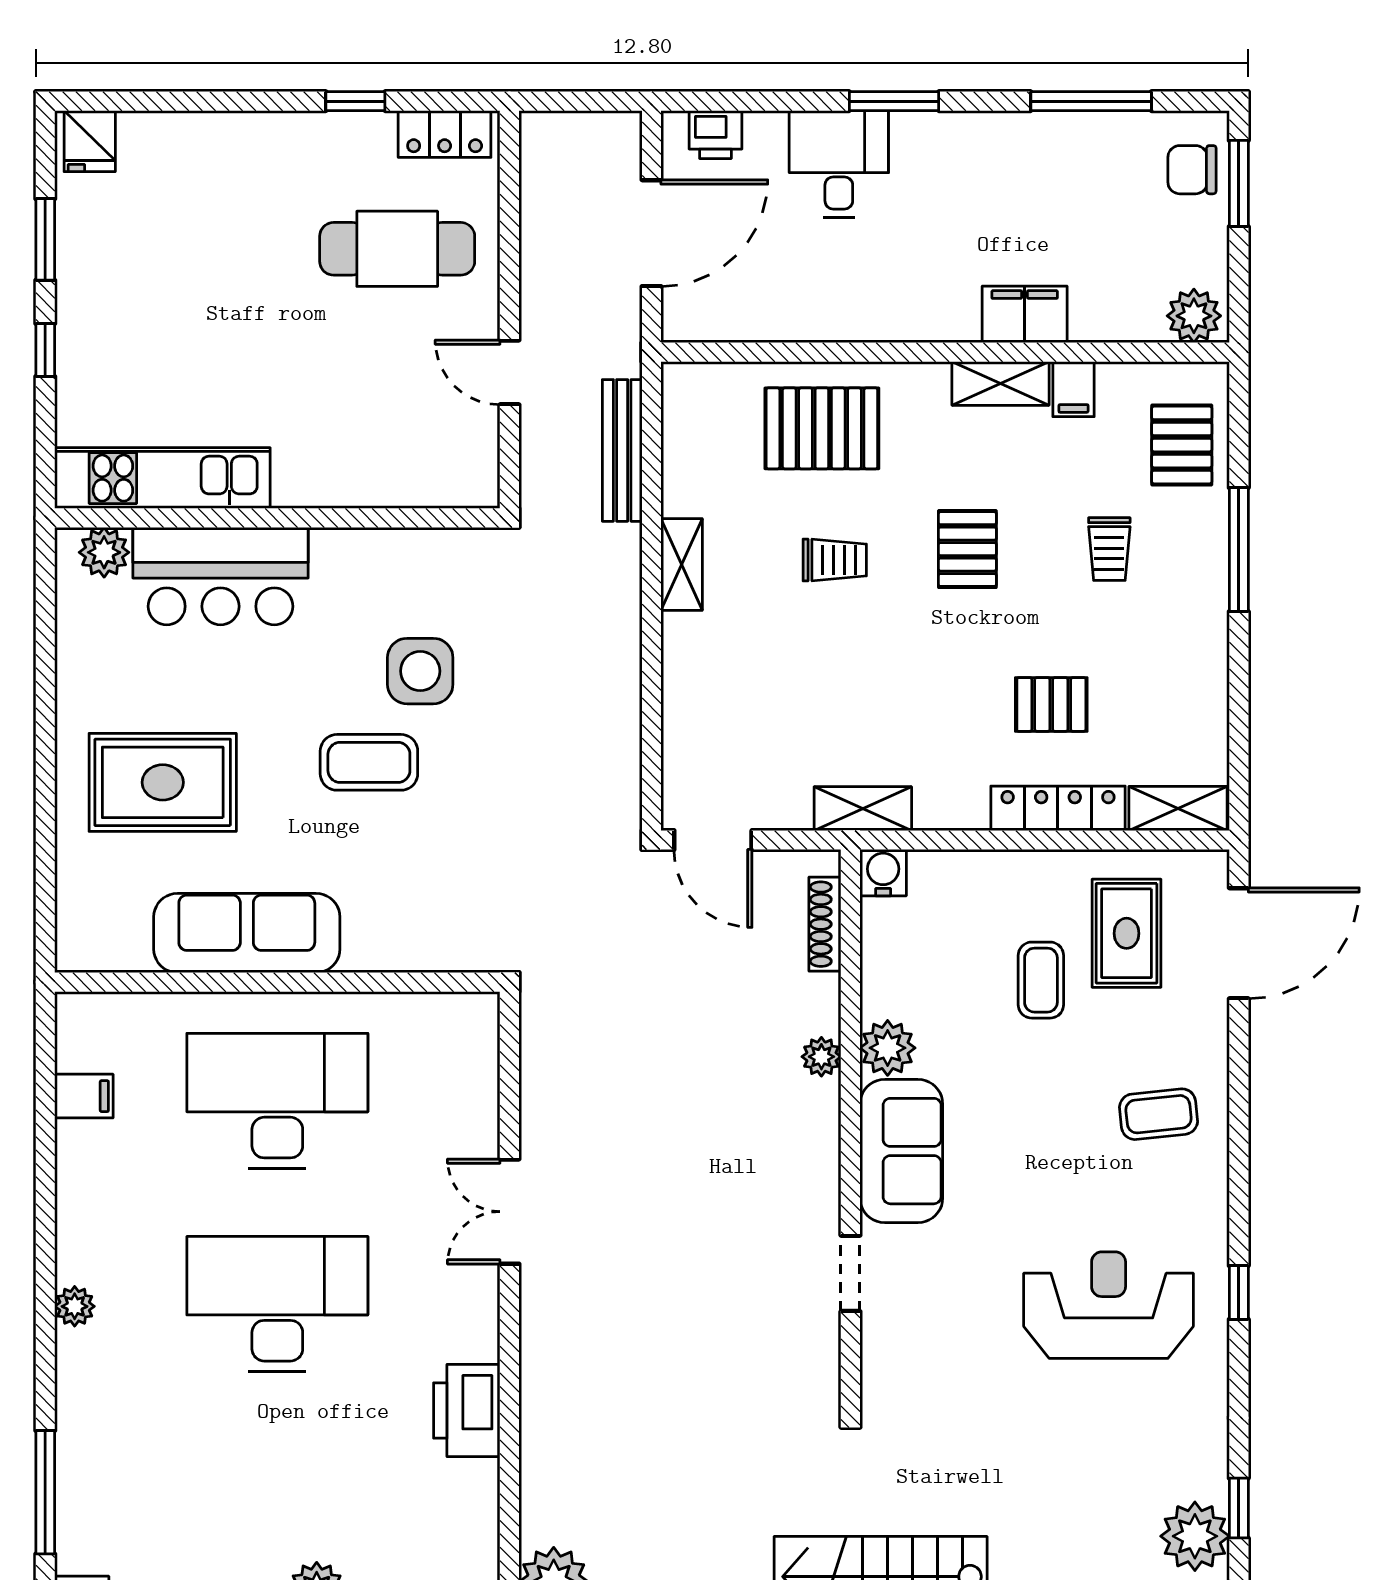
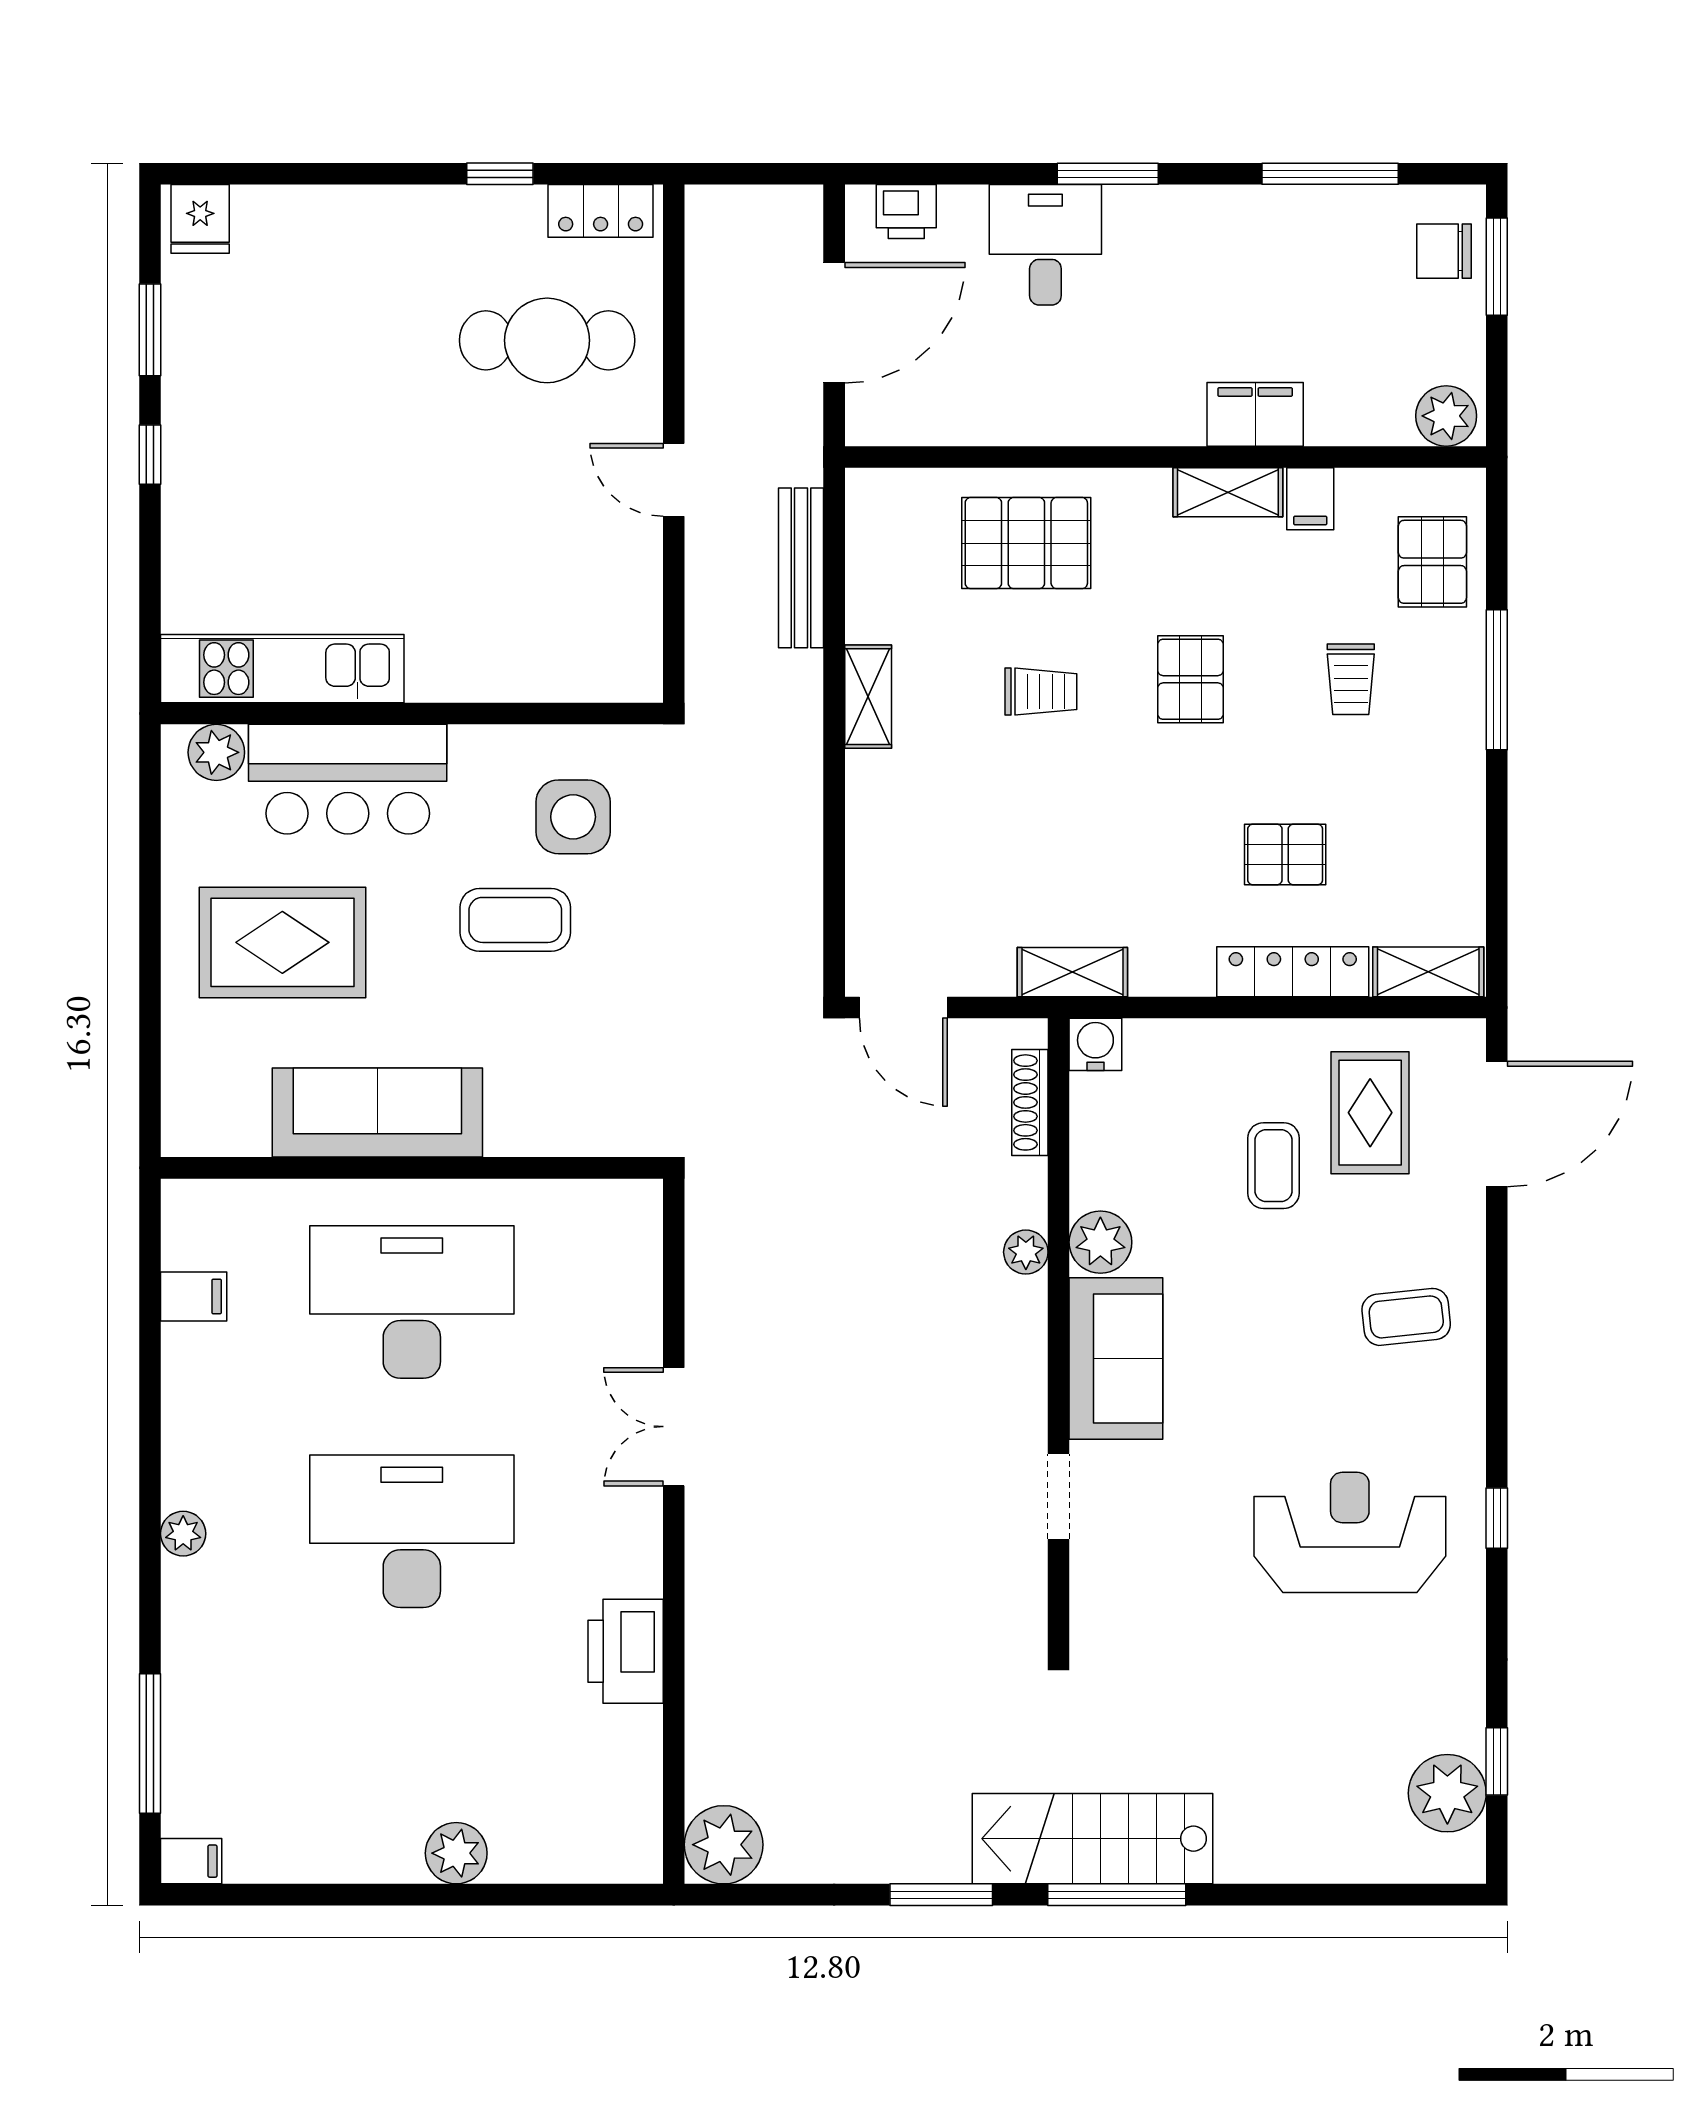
kitchen unit: (162, 478) -> (282, 669), moved
wall: (277, 518) -> (412, 714), moved
plant: (104, 552) -> (216, 752), moved
bar counter: (221, 576) -> (348, 779), moved

